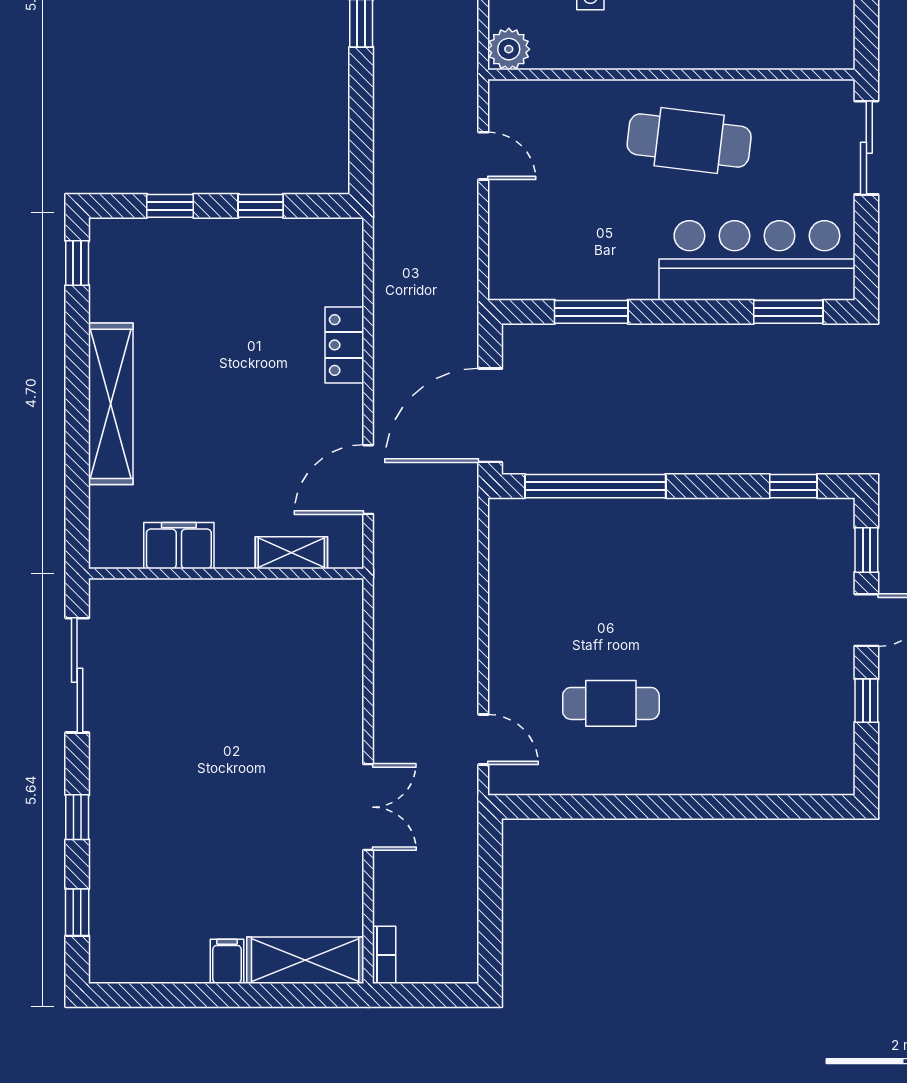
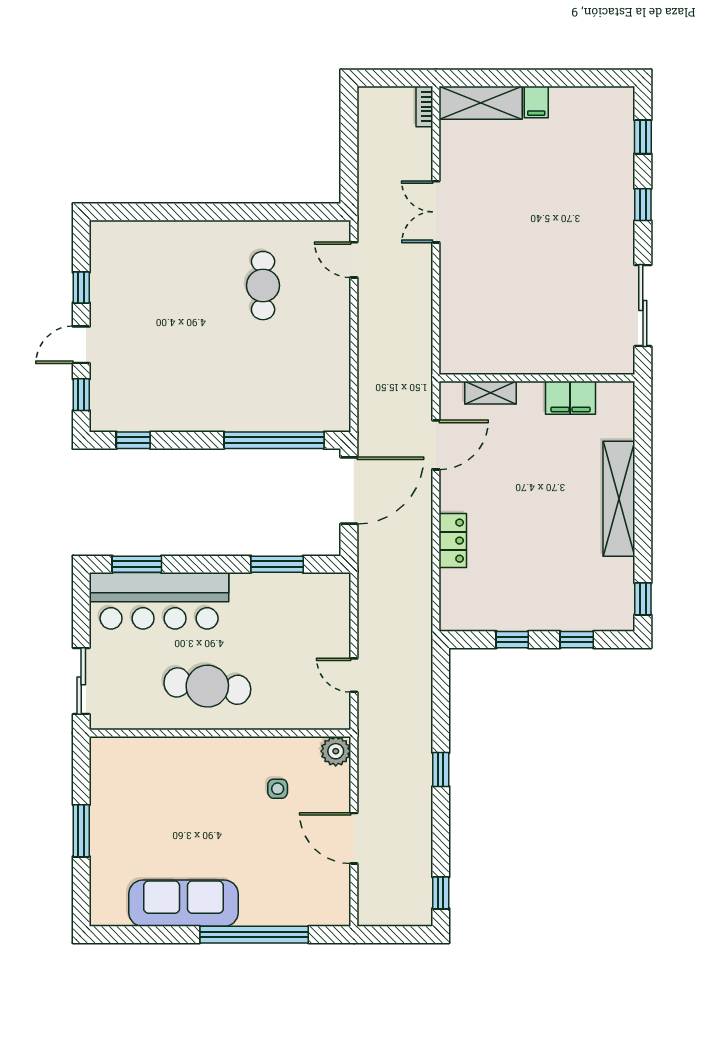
cafe table: (611, 703) -> (263, 286), turned 90

